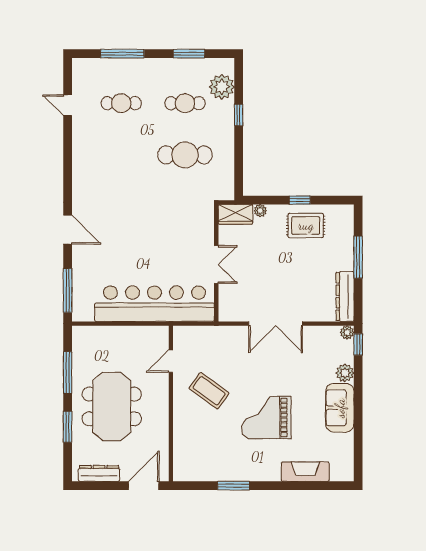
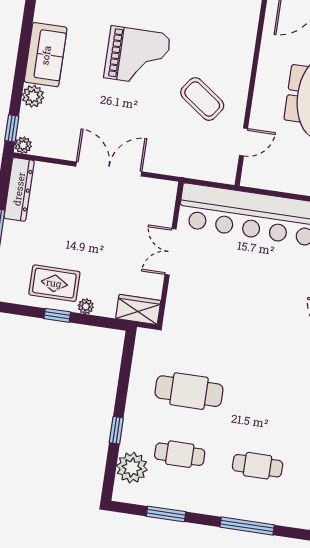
plant: (260, 211) -> (86, 306), moved

